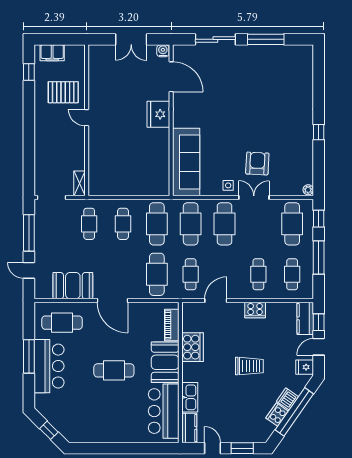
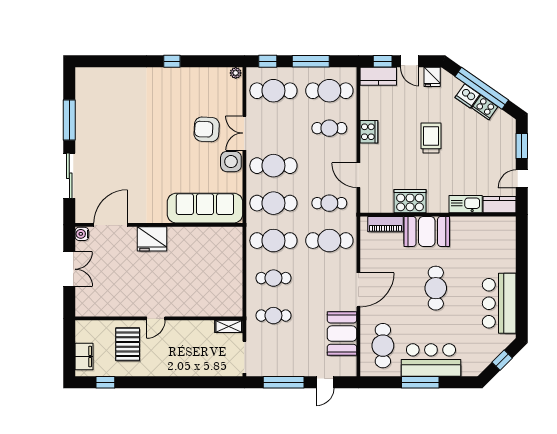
side table: (228, 185) -> (231, 162), width x1.87, depth x1.87
cafe table: (292, 274) -> (329, 91), width x1.37, depth x1.35
bar counter: (164, 411) -> (499, 303), moved, turned 90

